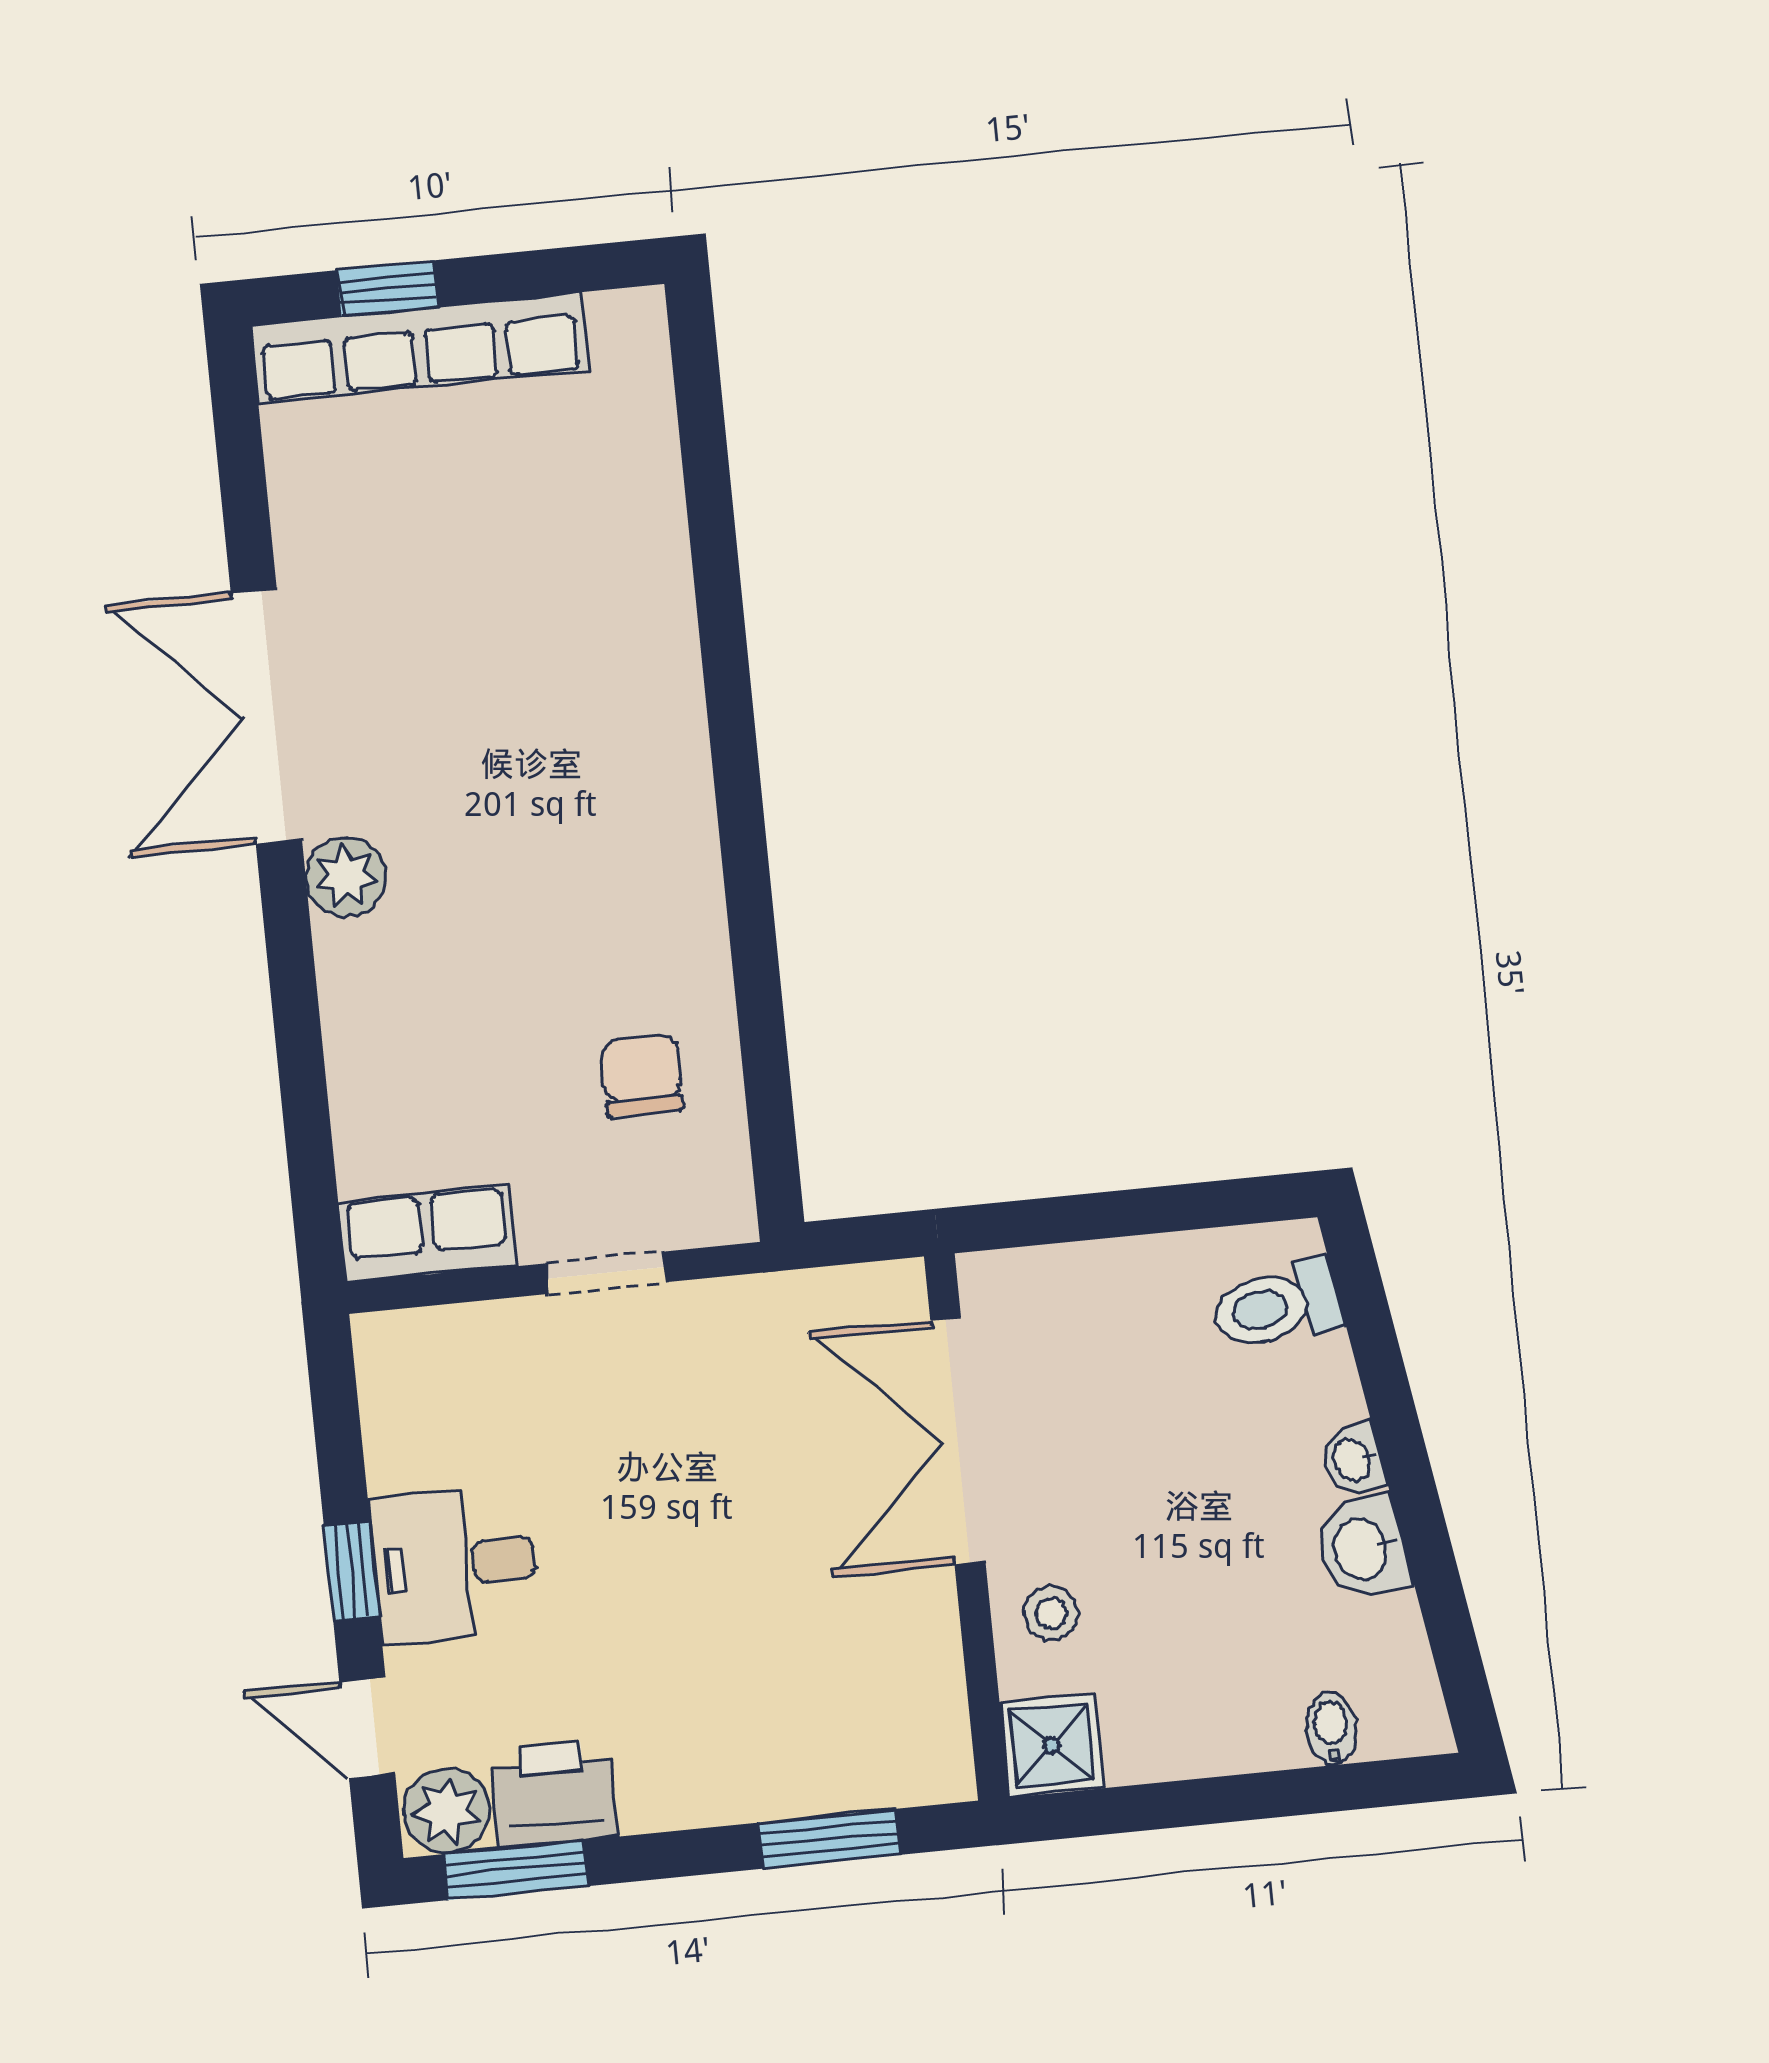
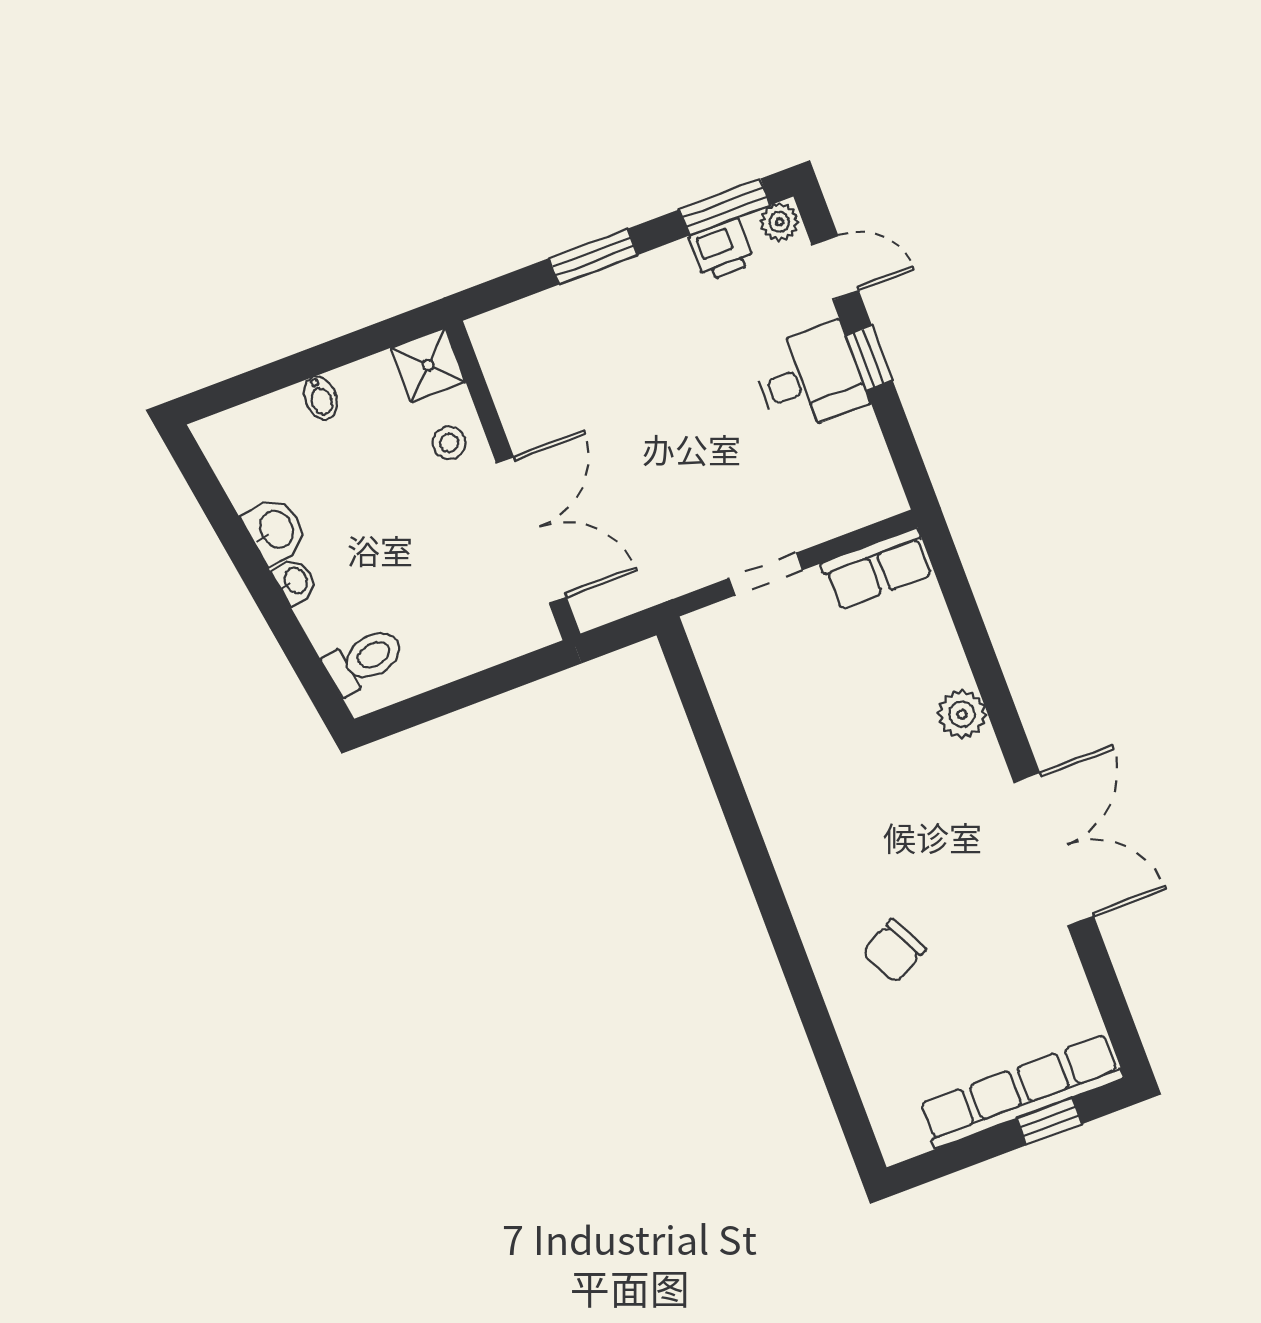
plant: (346, 877) -> (962, 714), moved
chair: (642, 1075) -> (894, 951), moved, turned 62
bidet: (1331, 1729) -> (321, 398), moved
printer: (554, 1793) -> (722, 249), width x0.73, depth x0.81
plant: (447, 1811) -> (779, 222), width x0.73, depth x0.73
window: (829, 1839) -> (593, 257), moved

